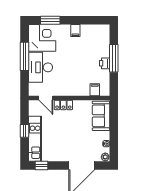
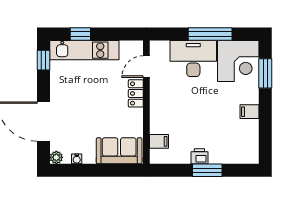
window: (114, 58) -> (207, 170), width x0.69
window: (25, 131) -> (80, 34), moved

